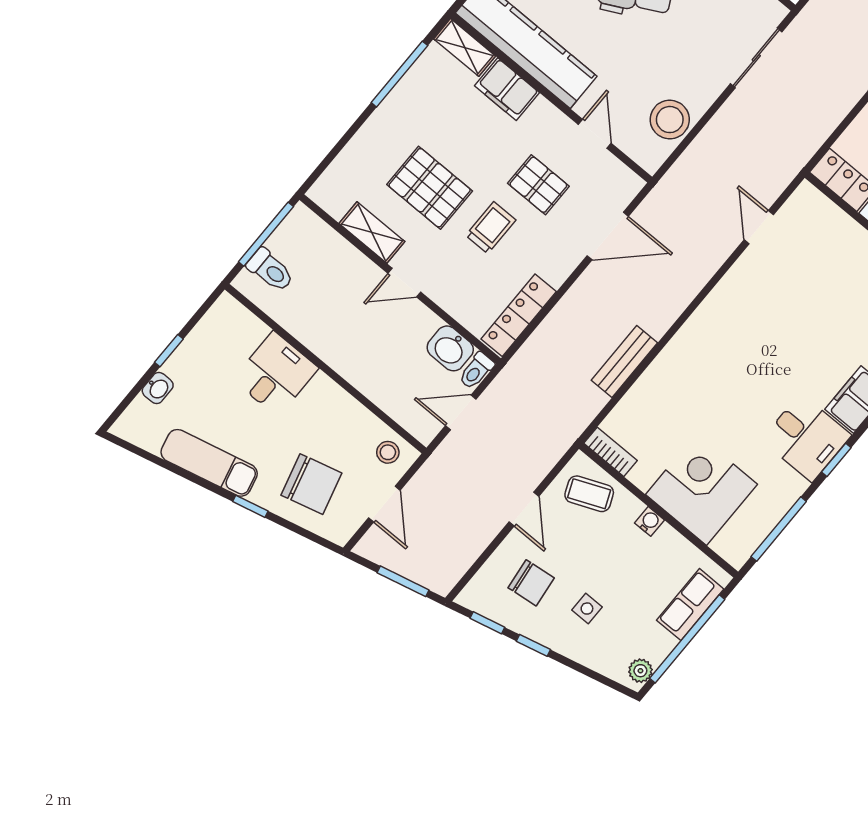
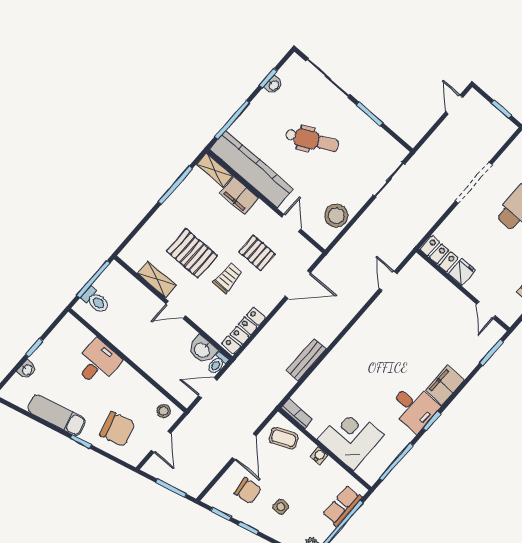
door: (524, 509) -> (244, 447), width x1.38

